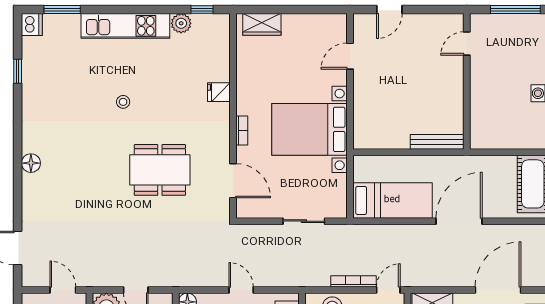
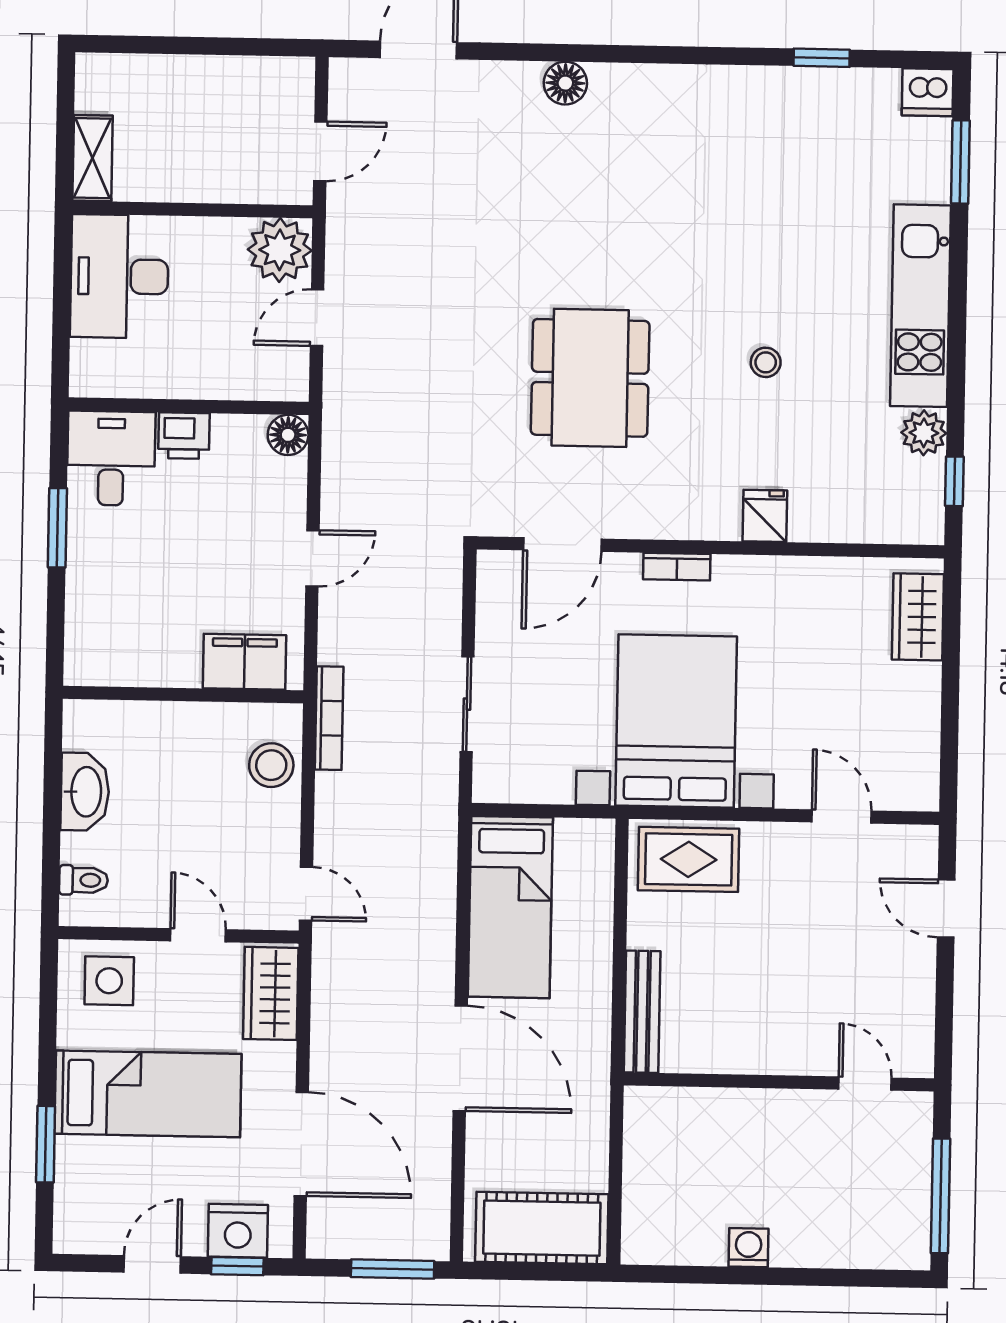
stool: (123, 102) -> (766, 362), moved
rug: (370, 123) -> (689, 859), added
floor lamp: (31, 163) -> (565, 83), moved
bookcase: (353, 281) -> (329, 718), moved

